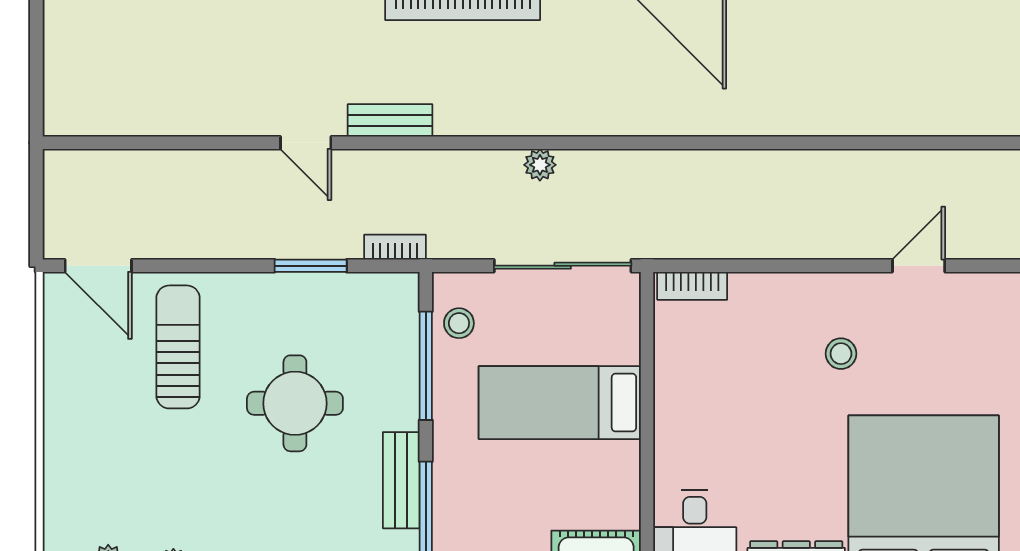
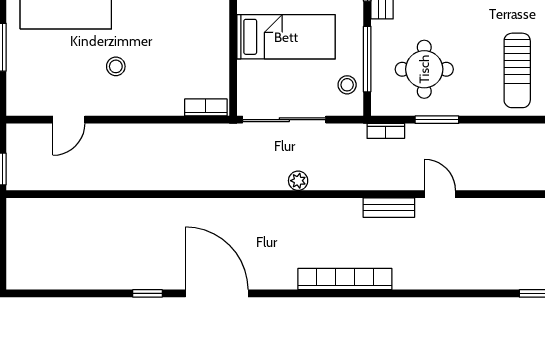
round table: (295, 403) -> (424, 69), moved

